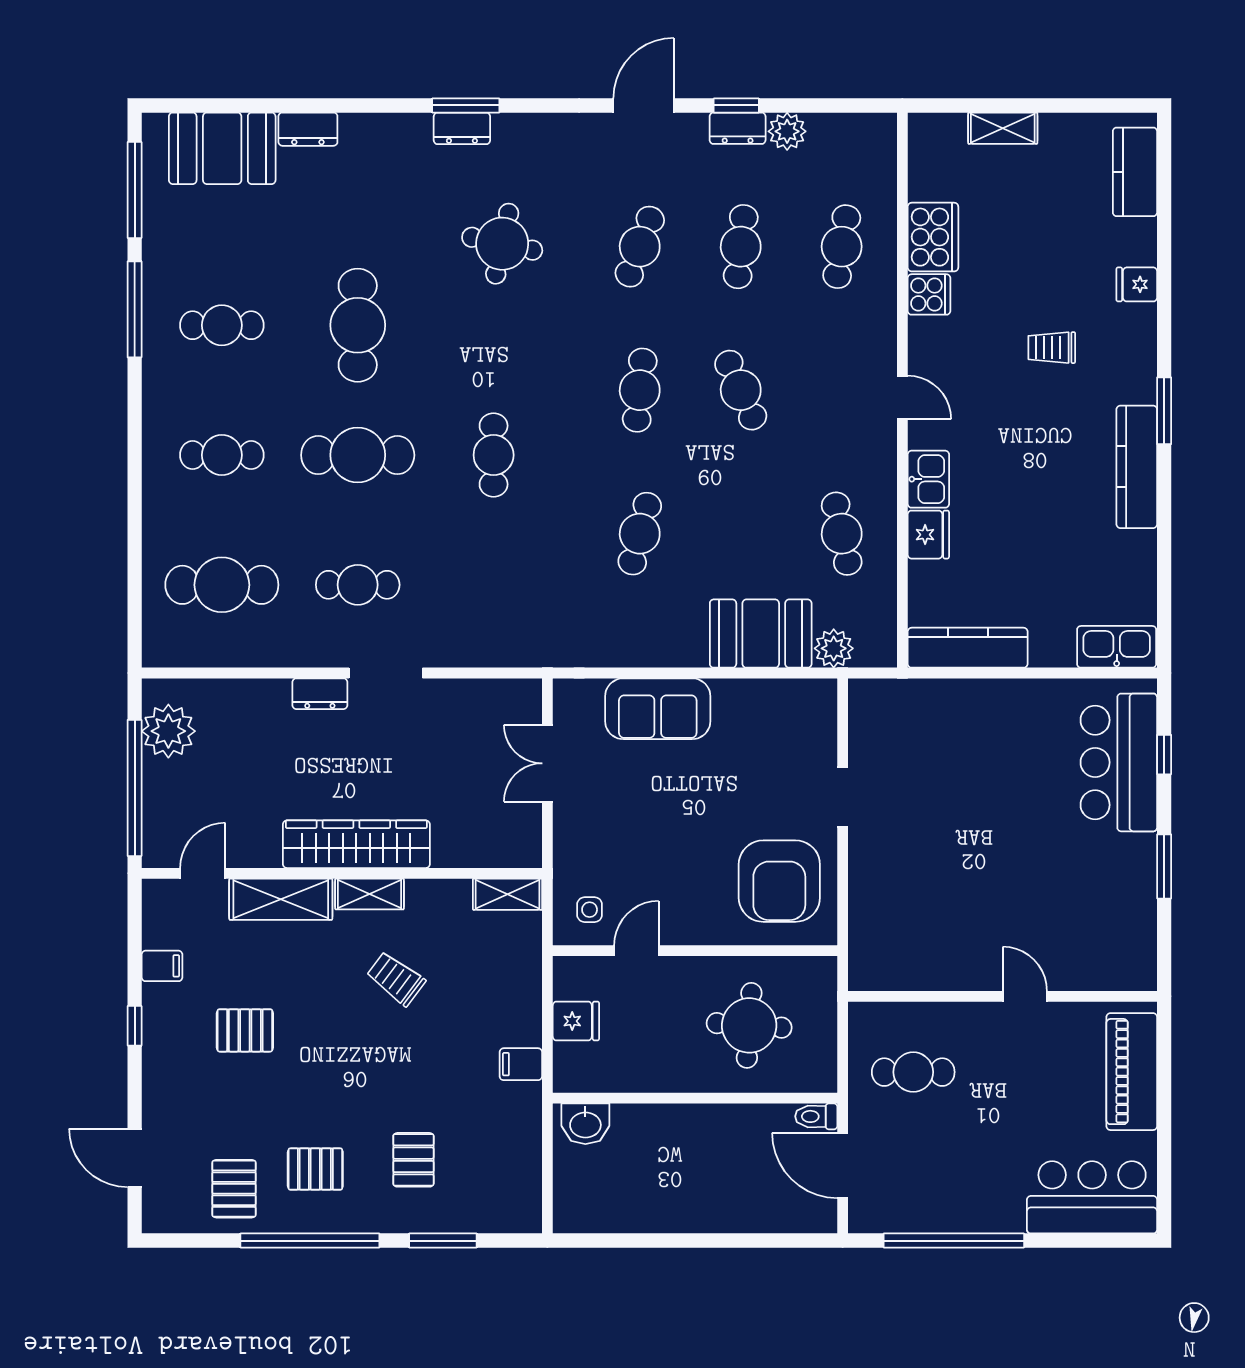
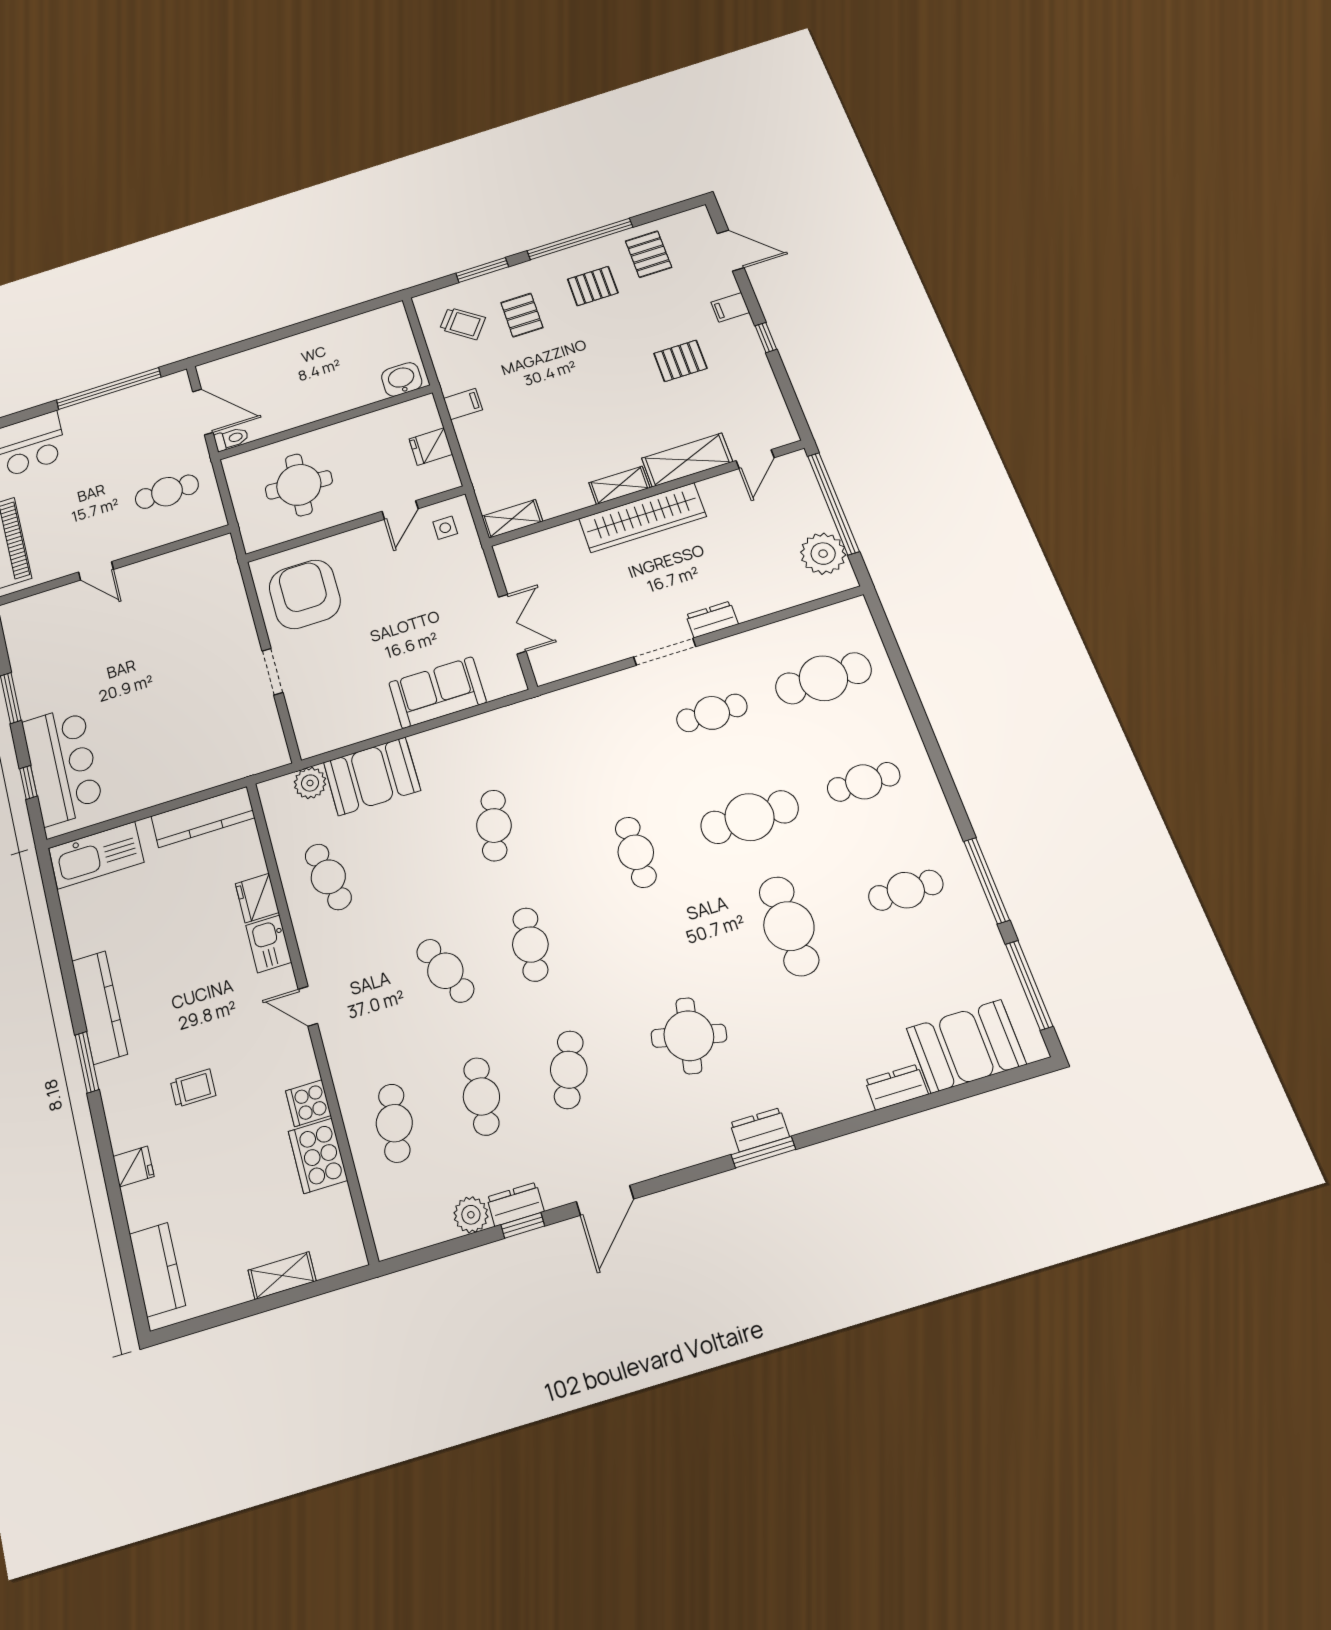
kitchen sink: (1117, 647) -> (96, 855), width x1.36, depth x1.24
filing cabinet: (162, 966) -> (730, 307), moved
trolley: (396, 979) -> (463, 323), moved

